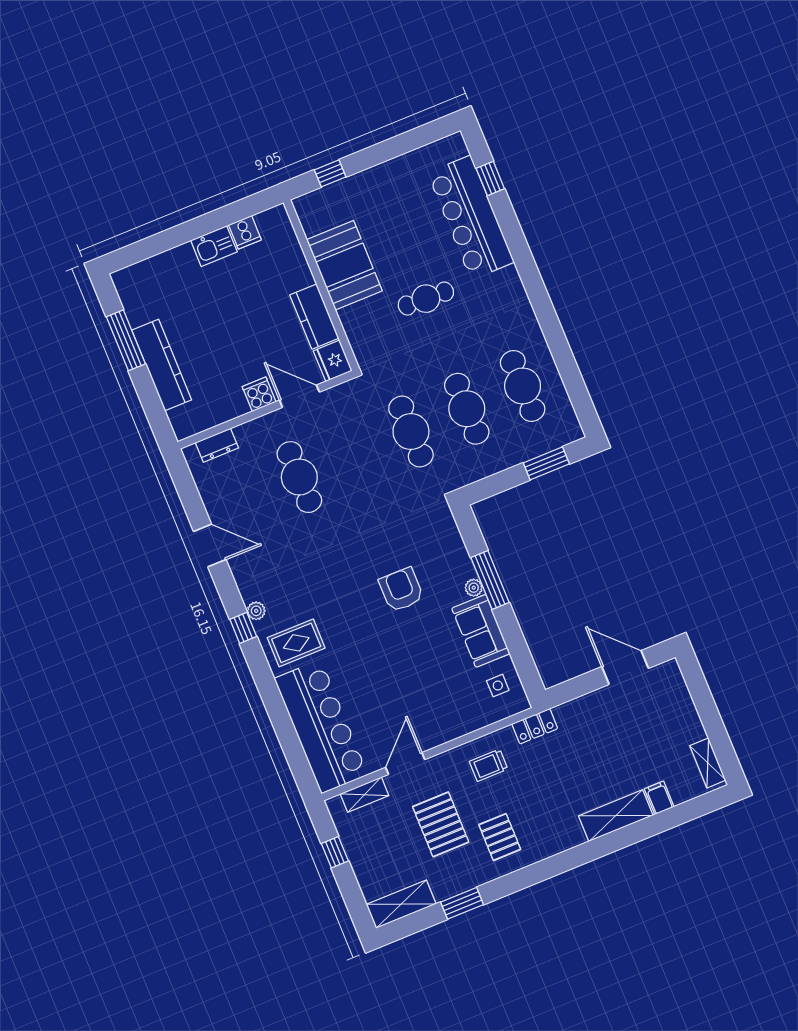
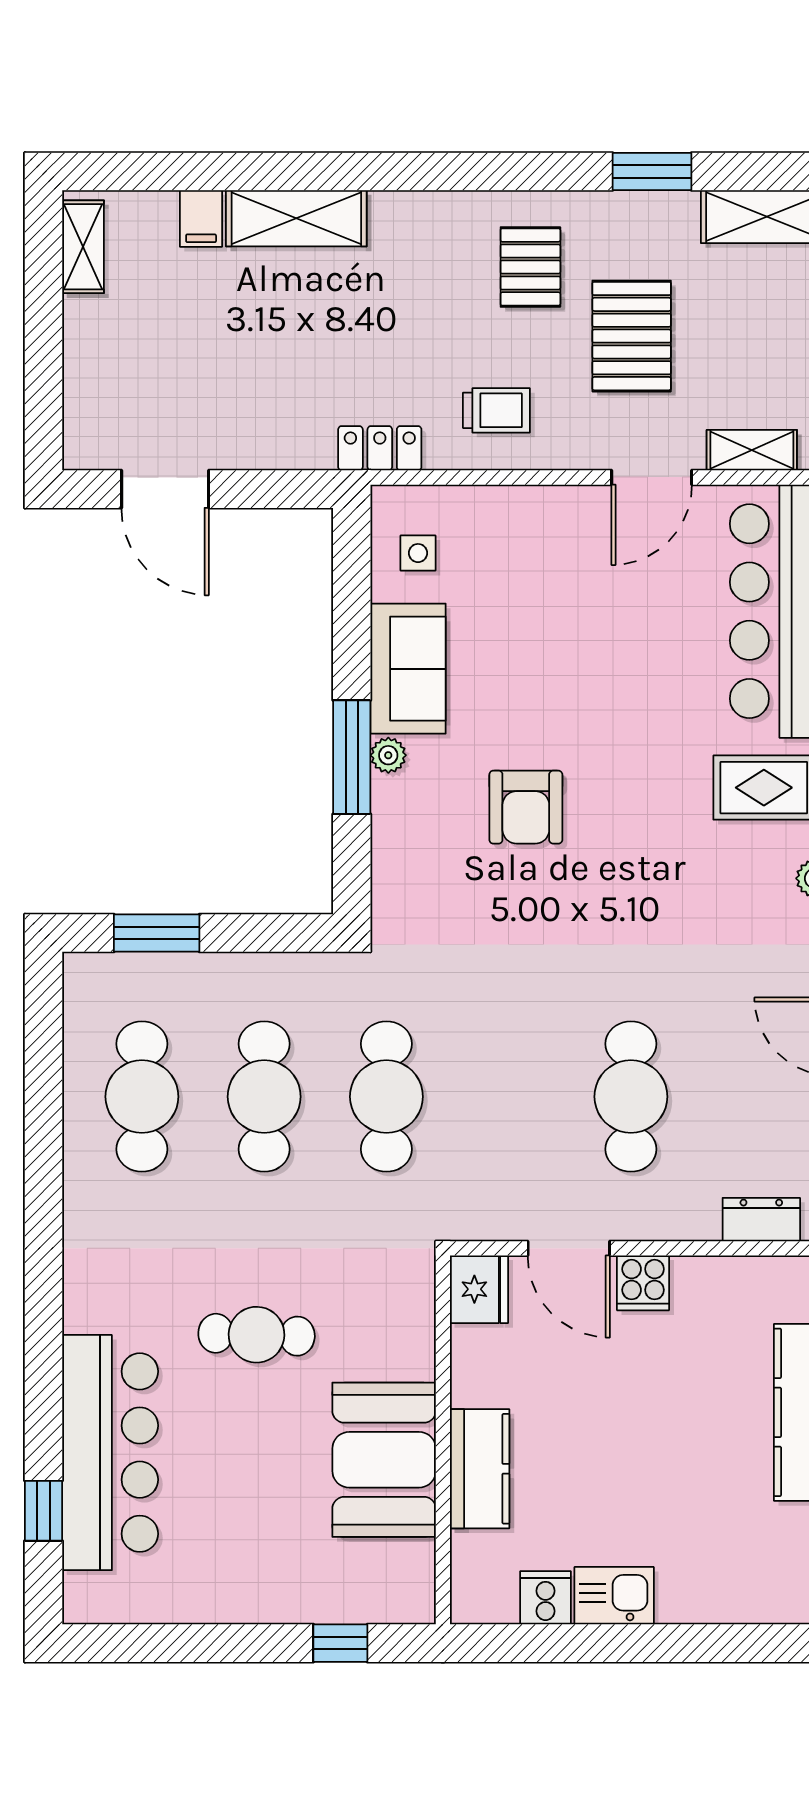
kitchen counter: (314, 317) -> (480, 1469), moved

